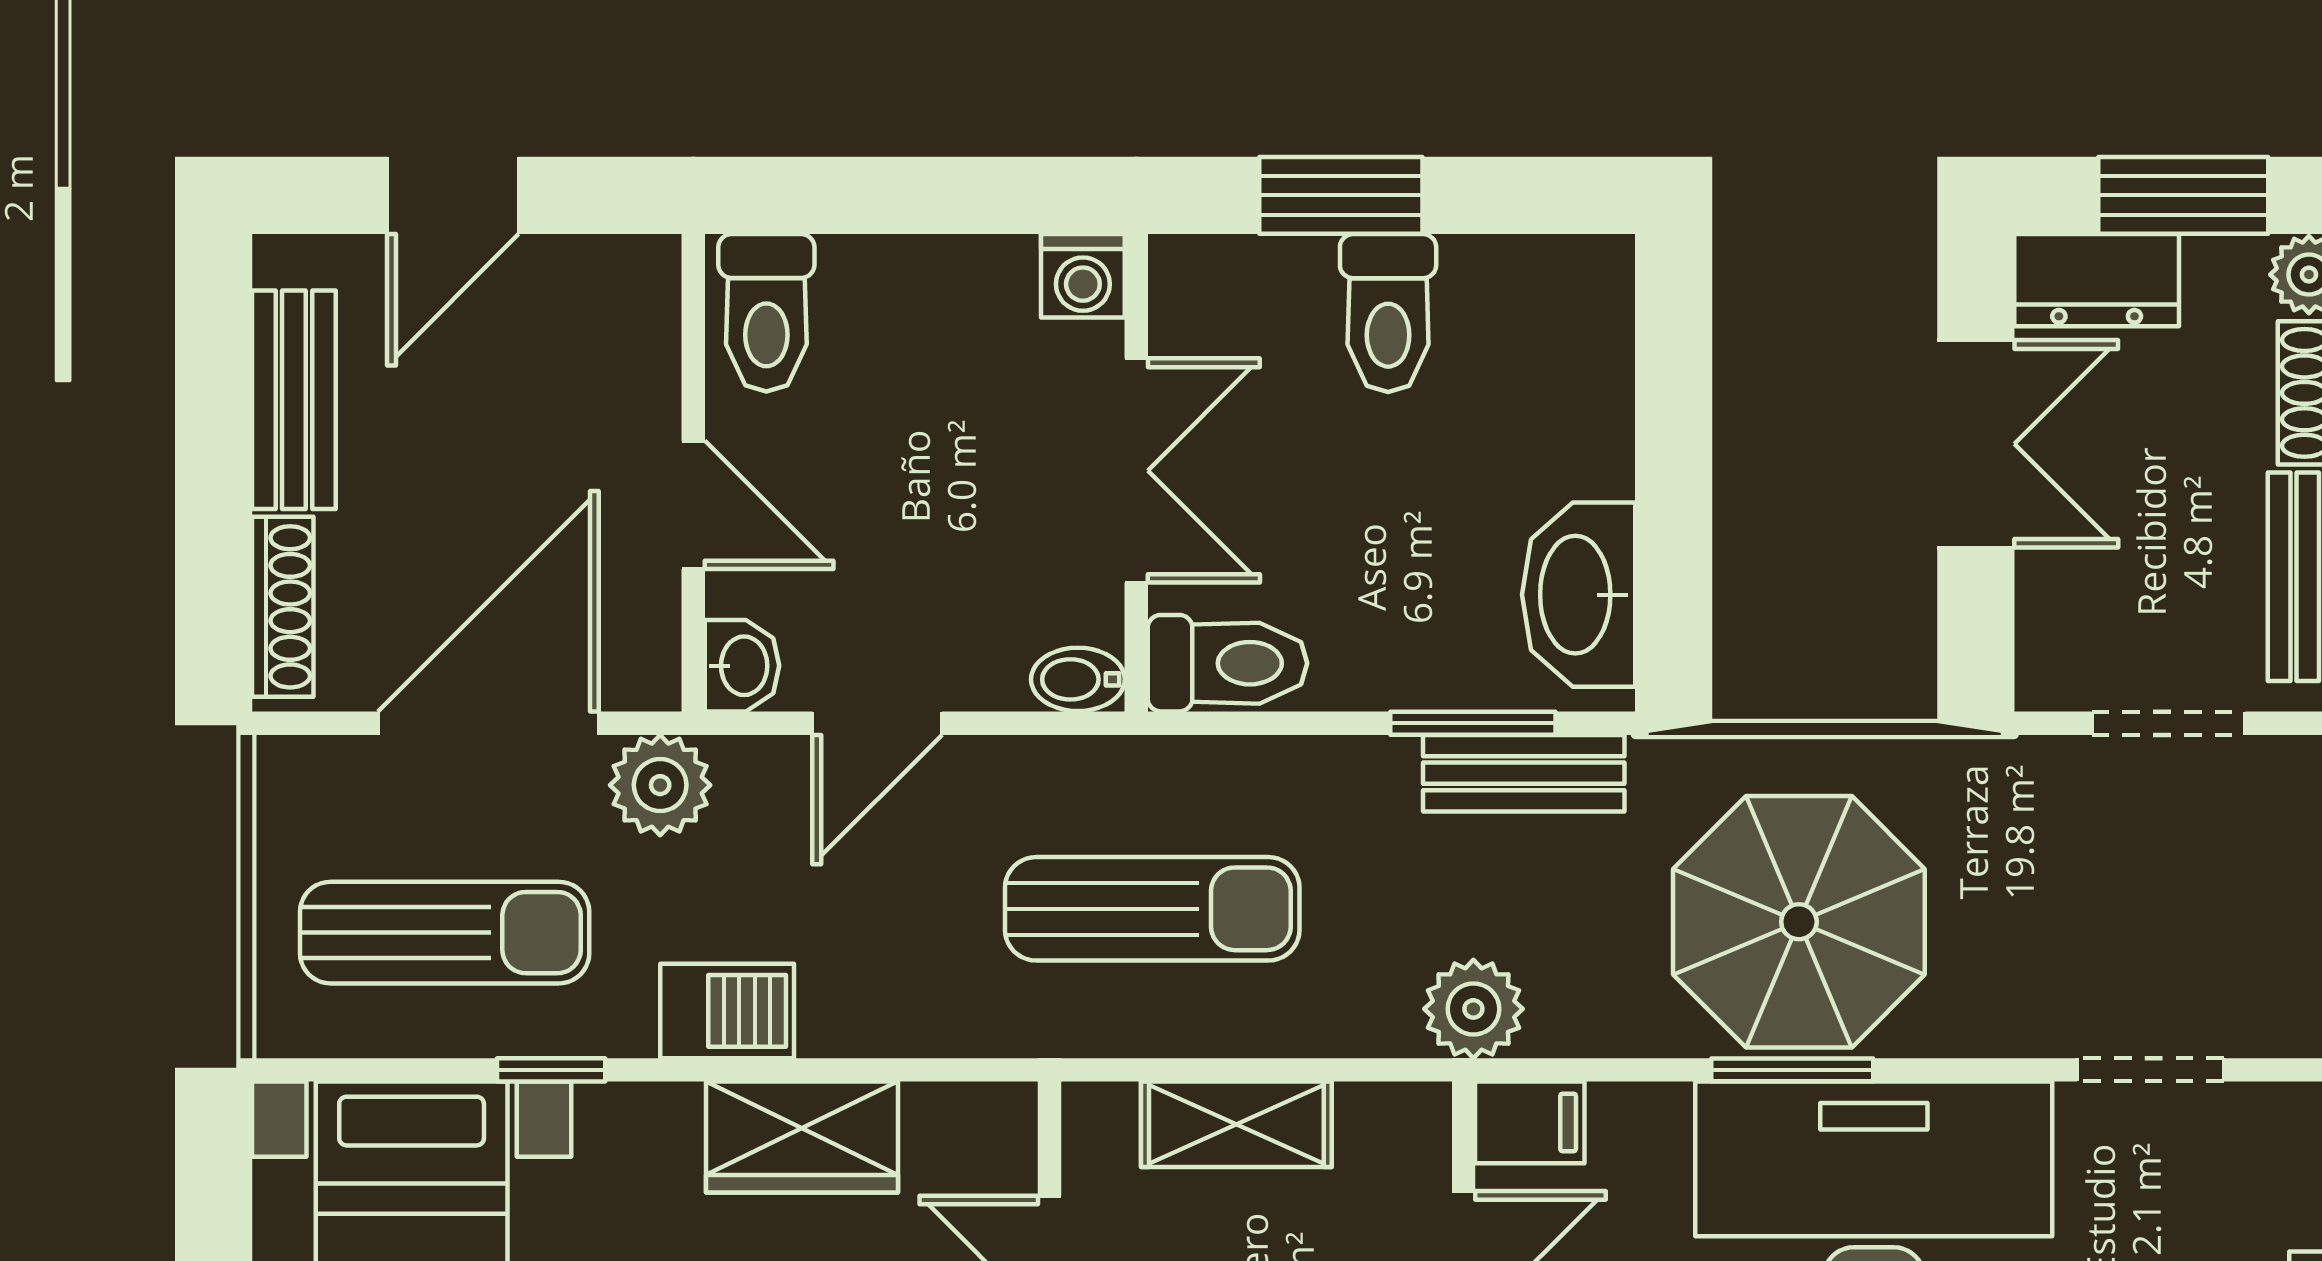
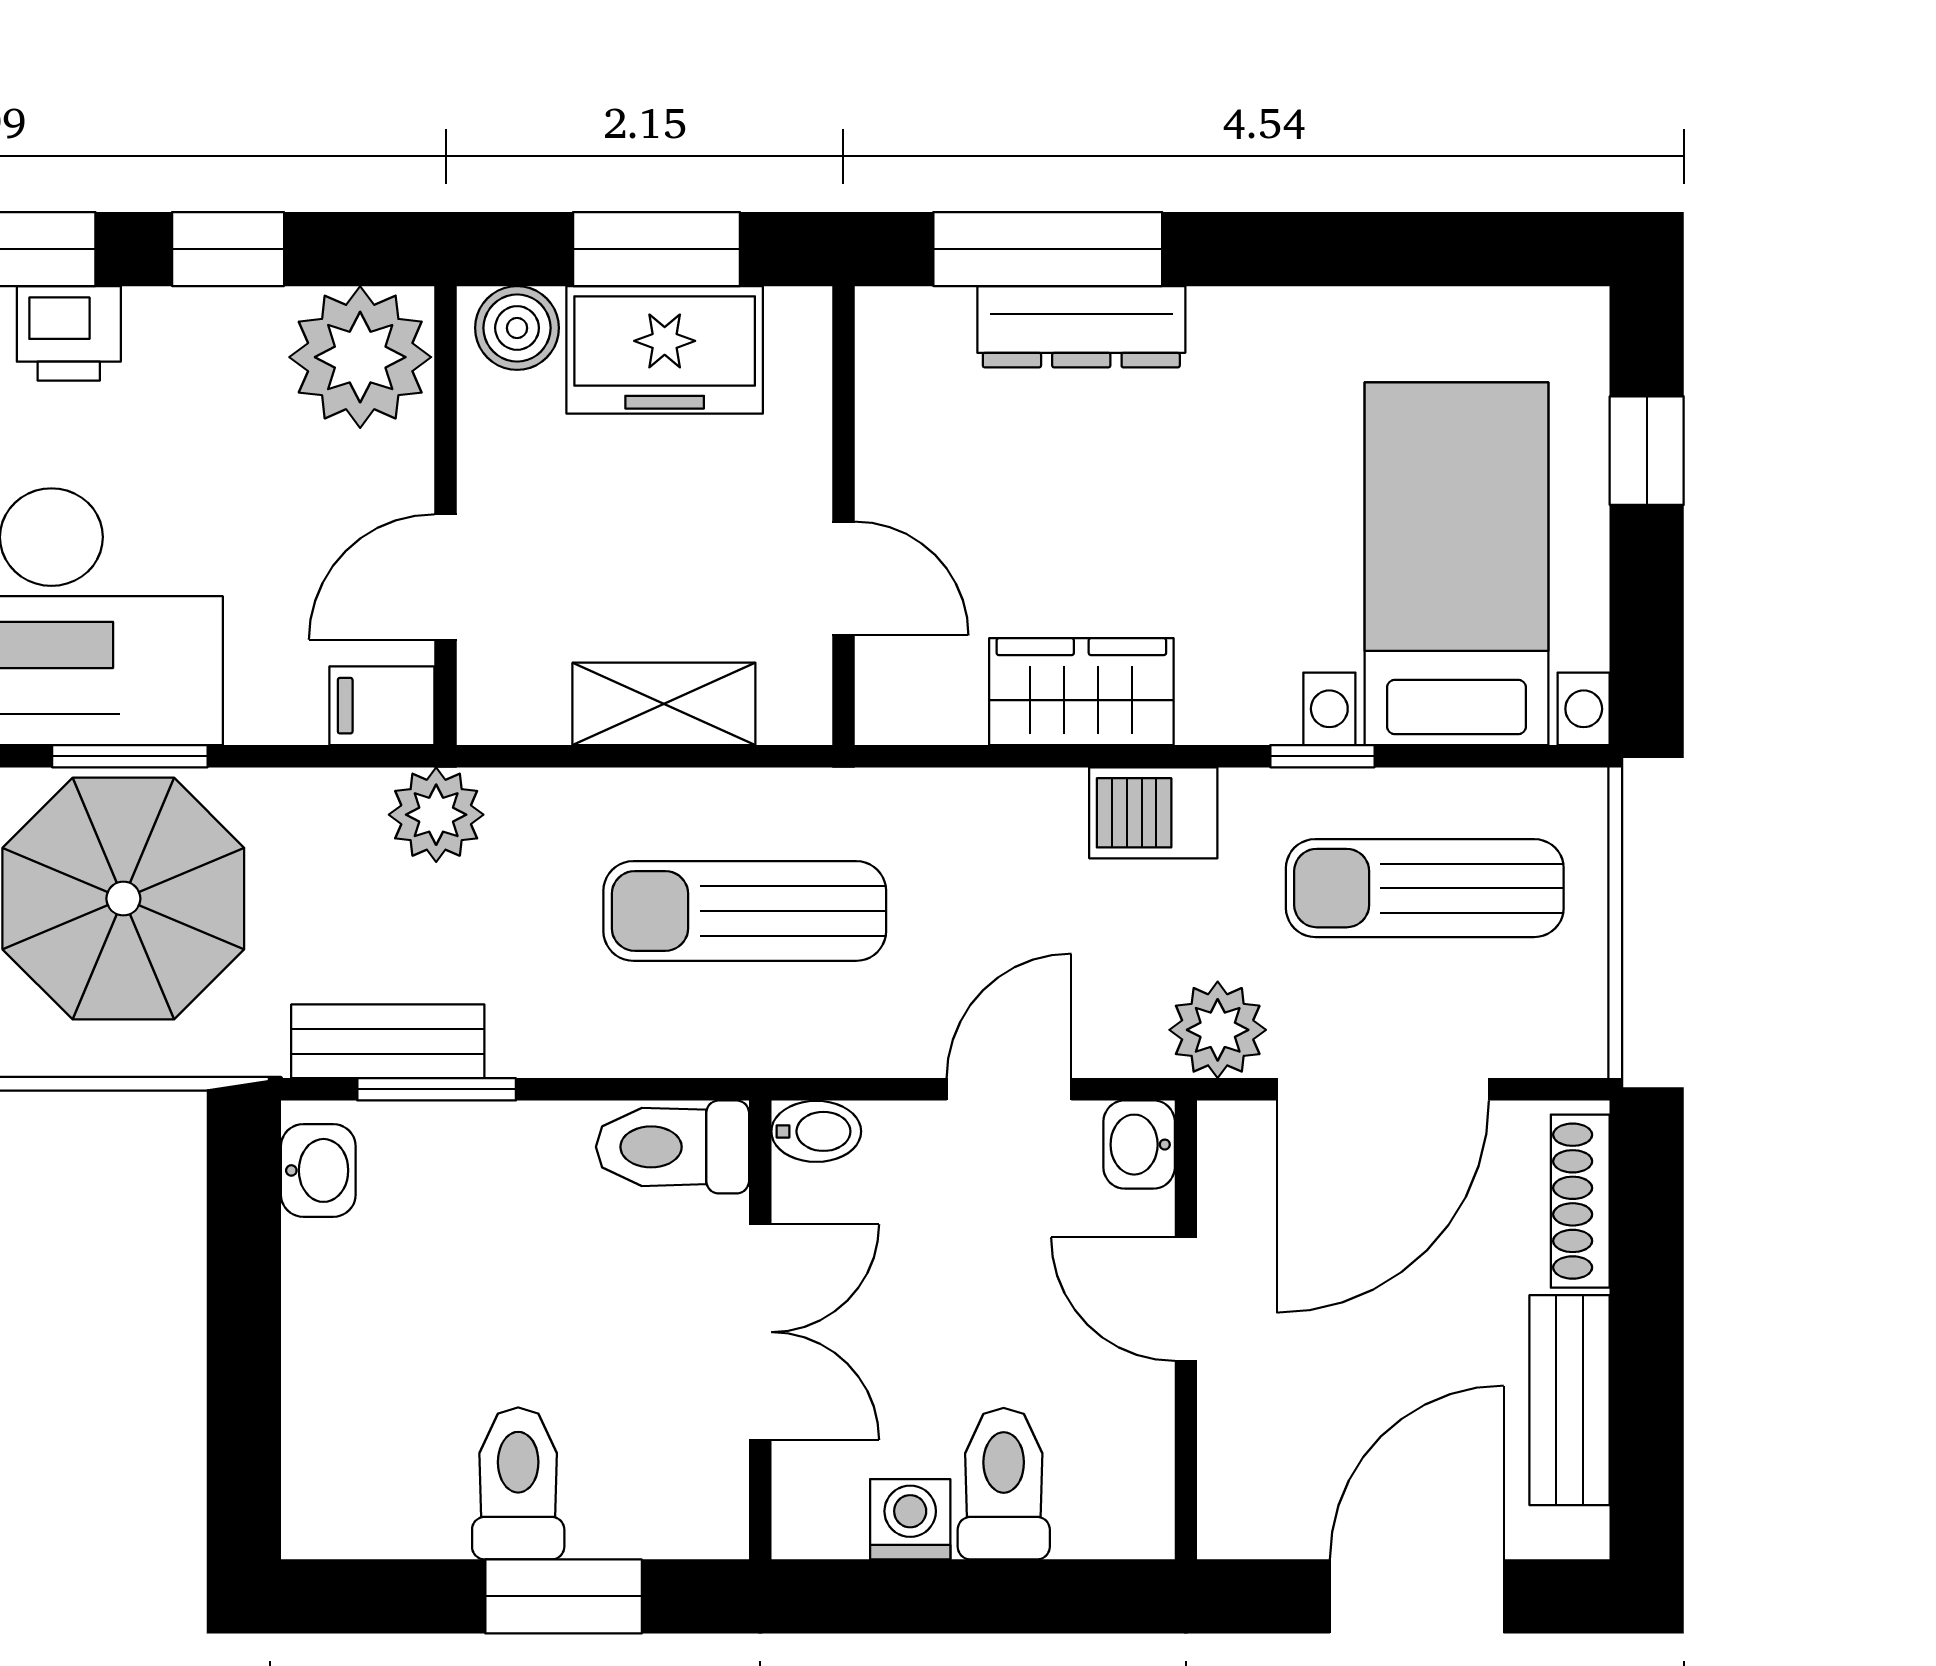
door: (453, 195) -> (1417, 1596), width x1.38
washing machine: (1083, 276) -> (910, 1519), moved
toilet: (766, 313) -> (1004, 1484), moved
double door: (1136, 471) -> (760, 1332), swing flipped
washbasin: (1579, 595) -> (318, 1170), width x0.52, depth x0.69

